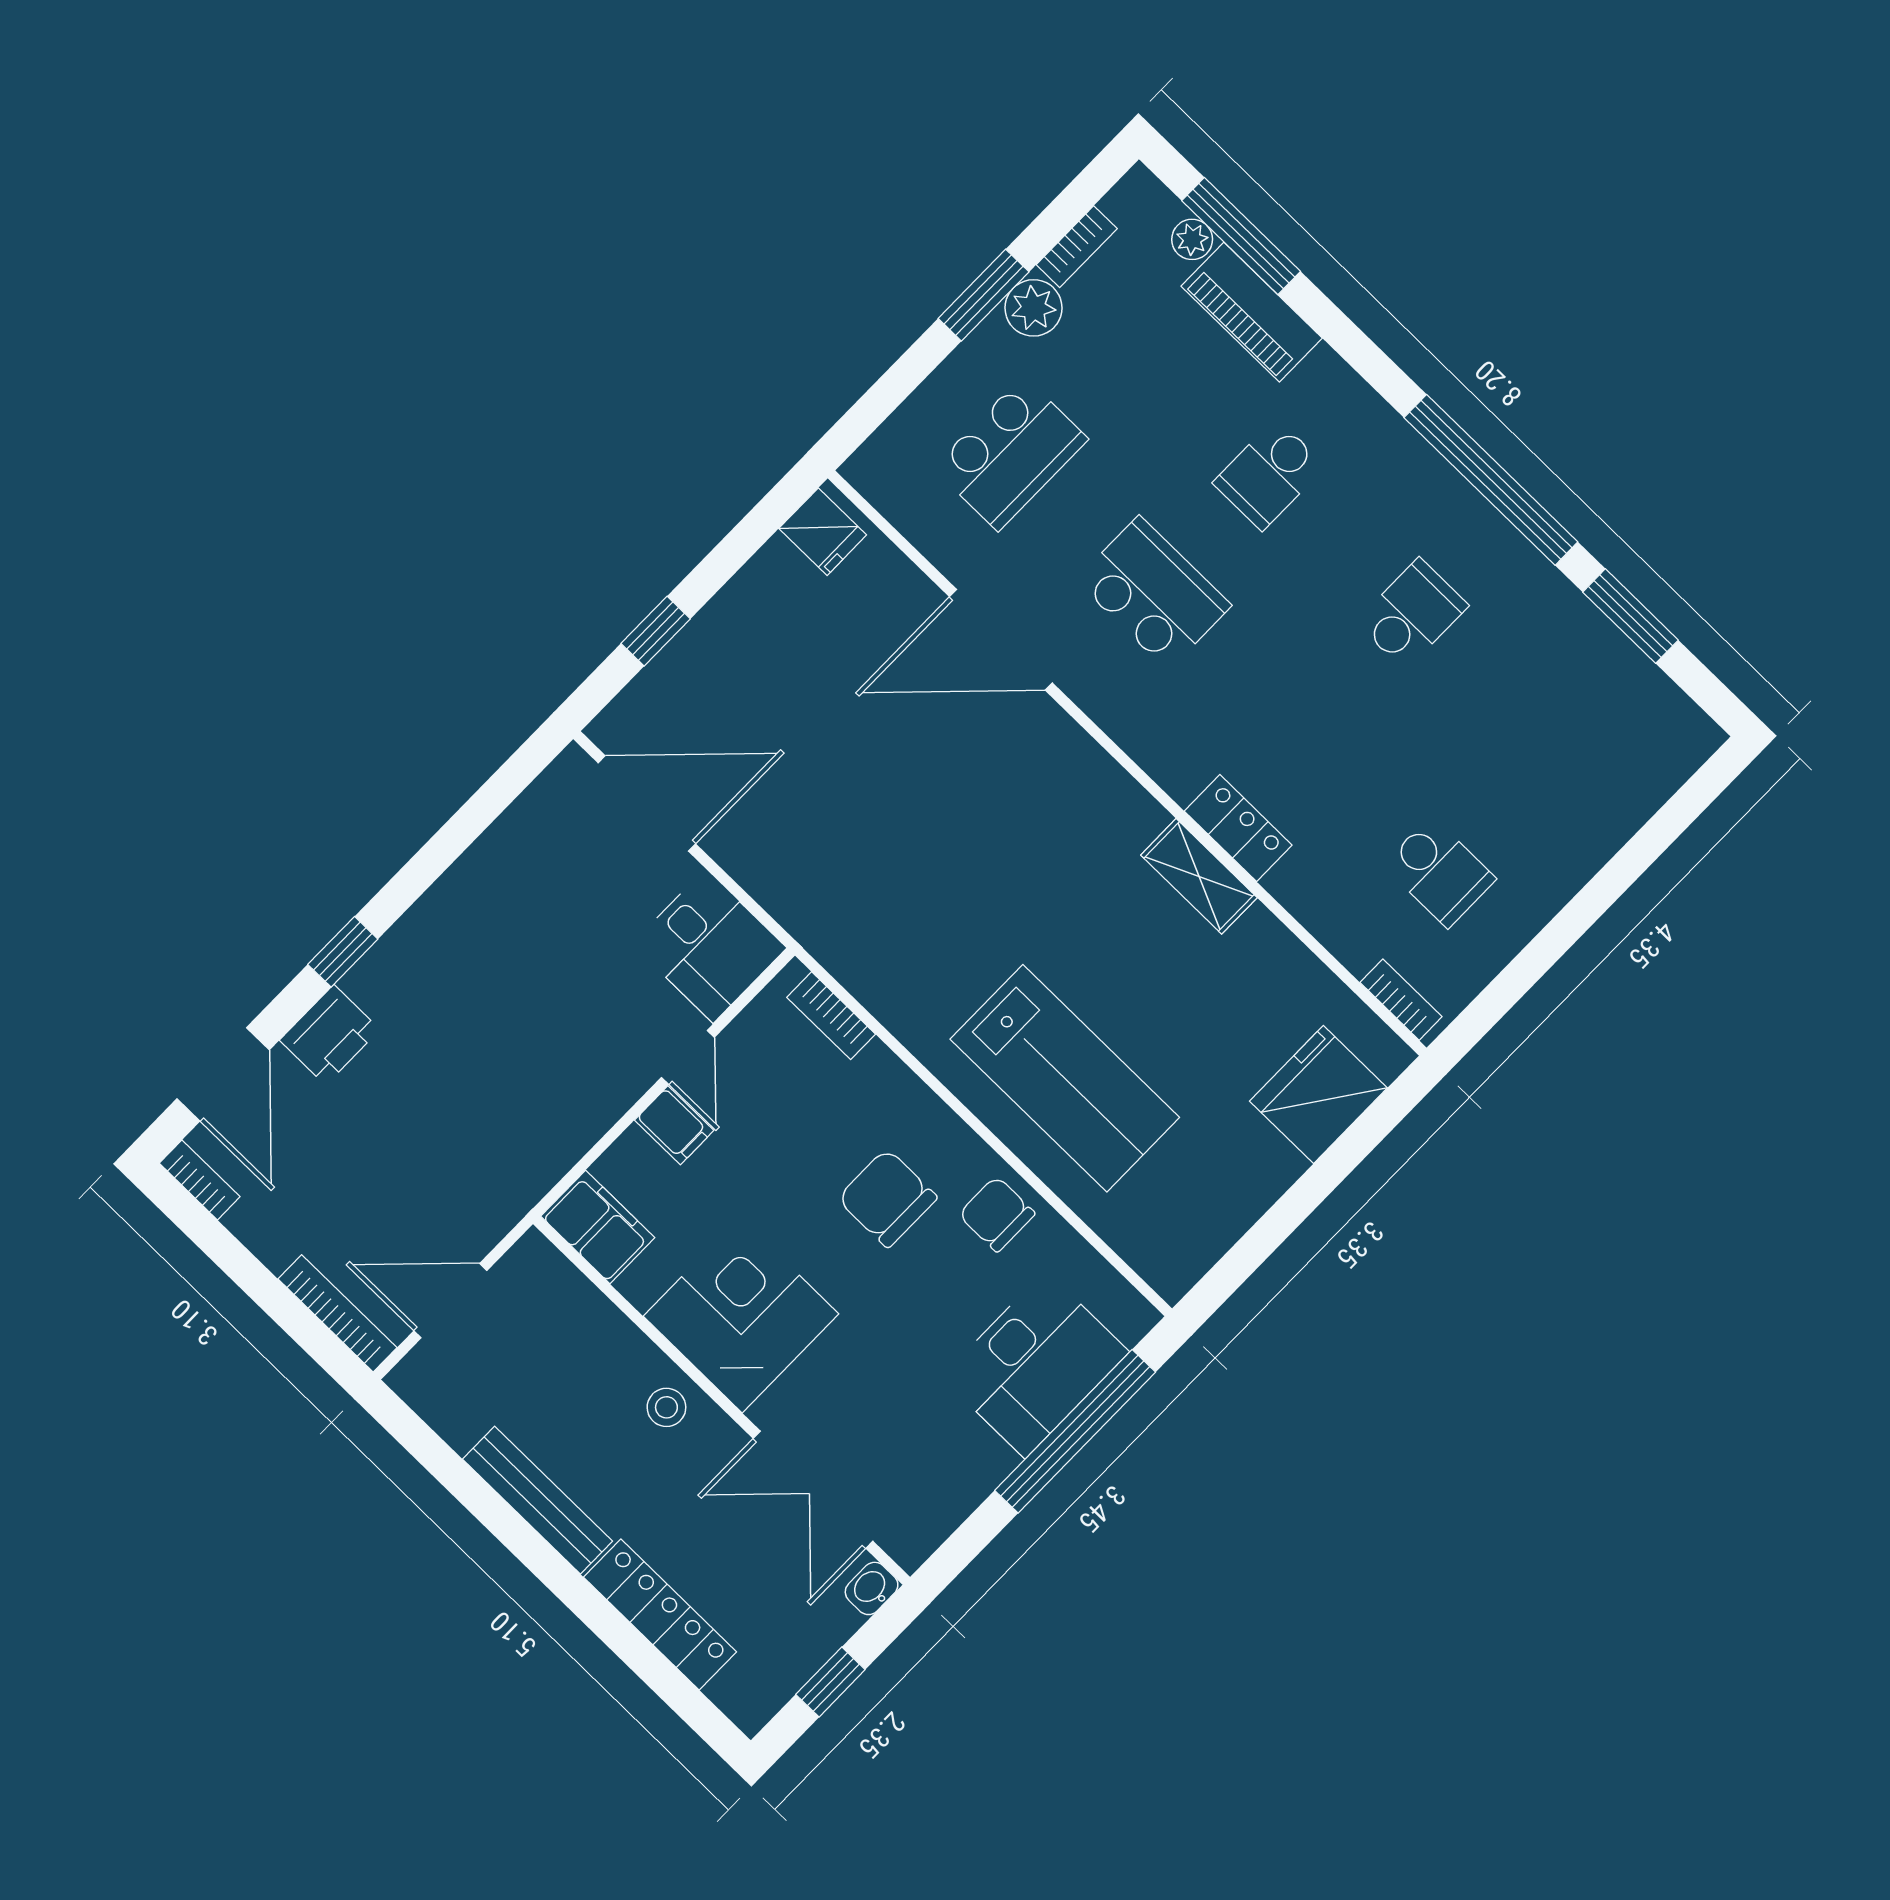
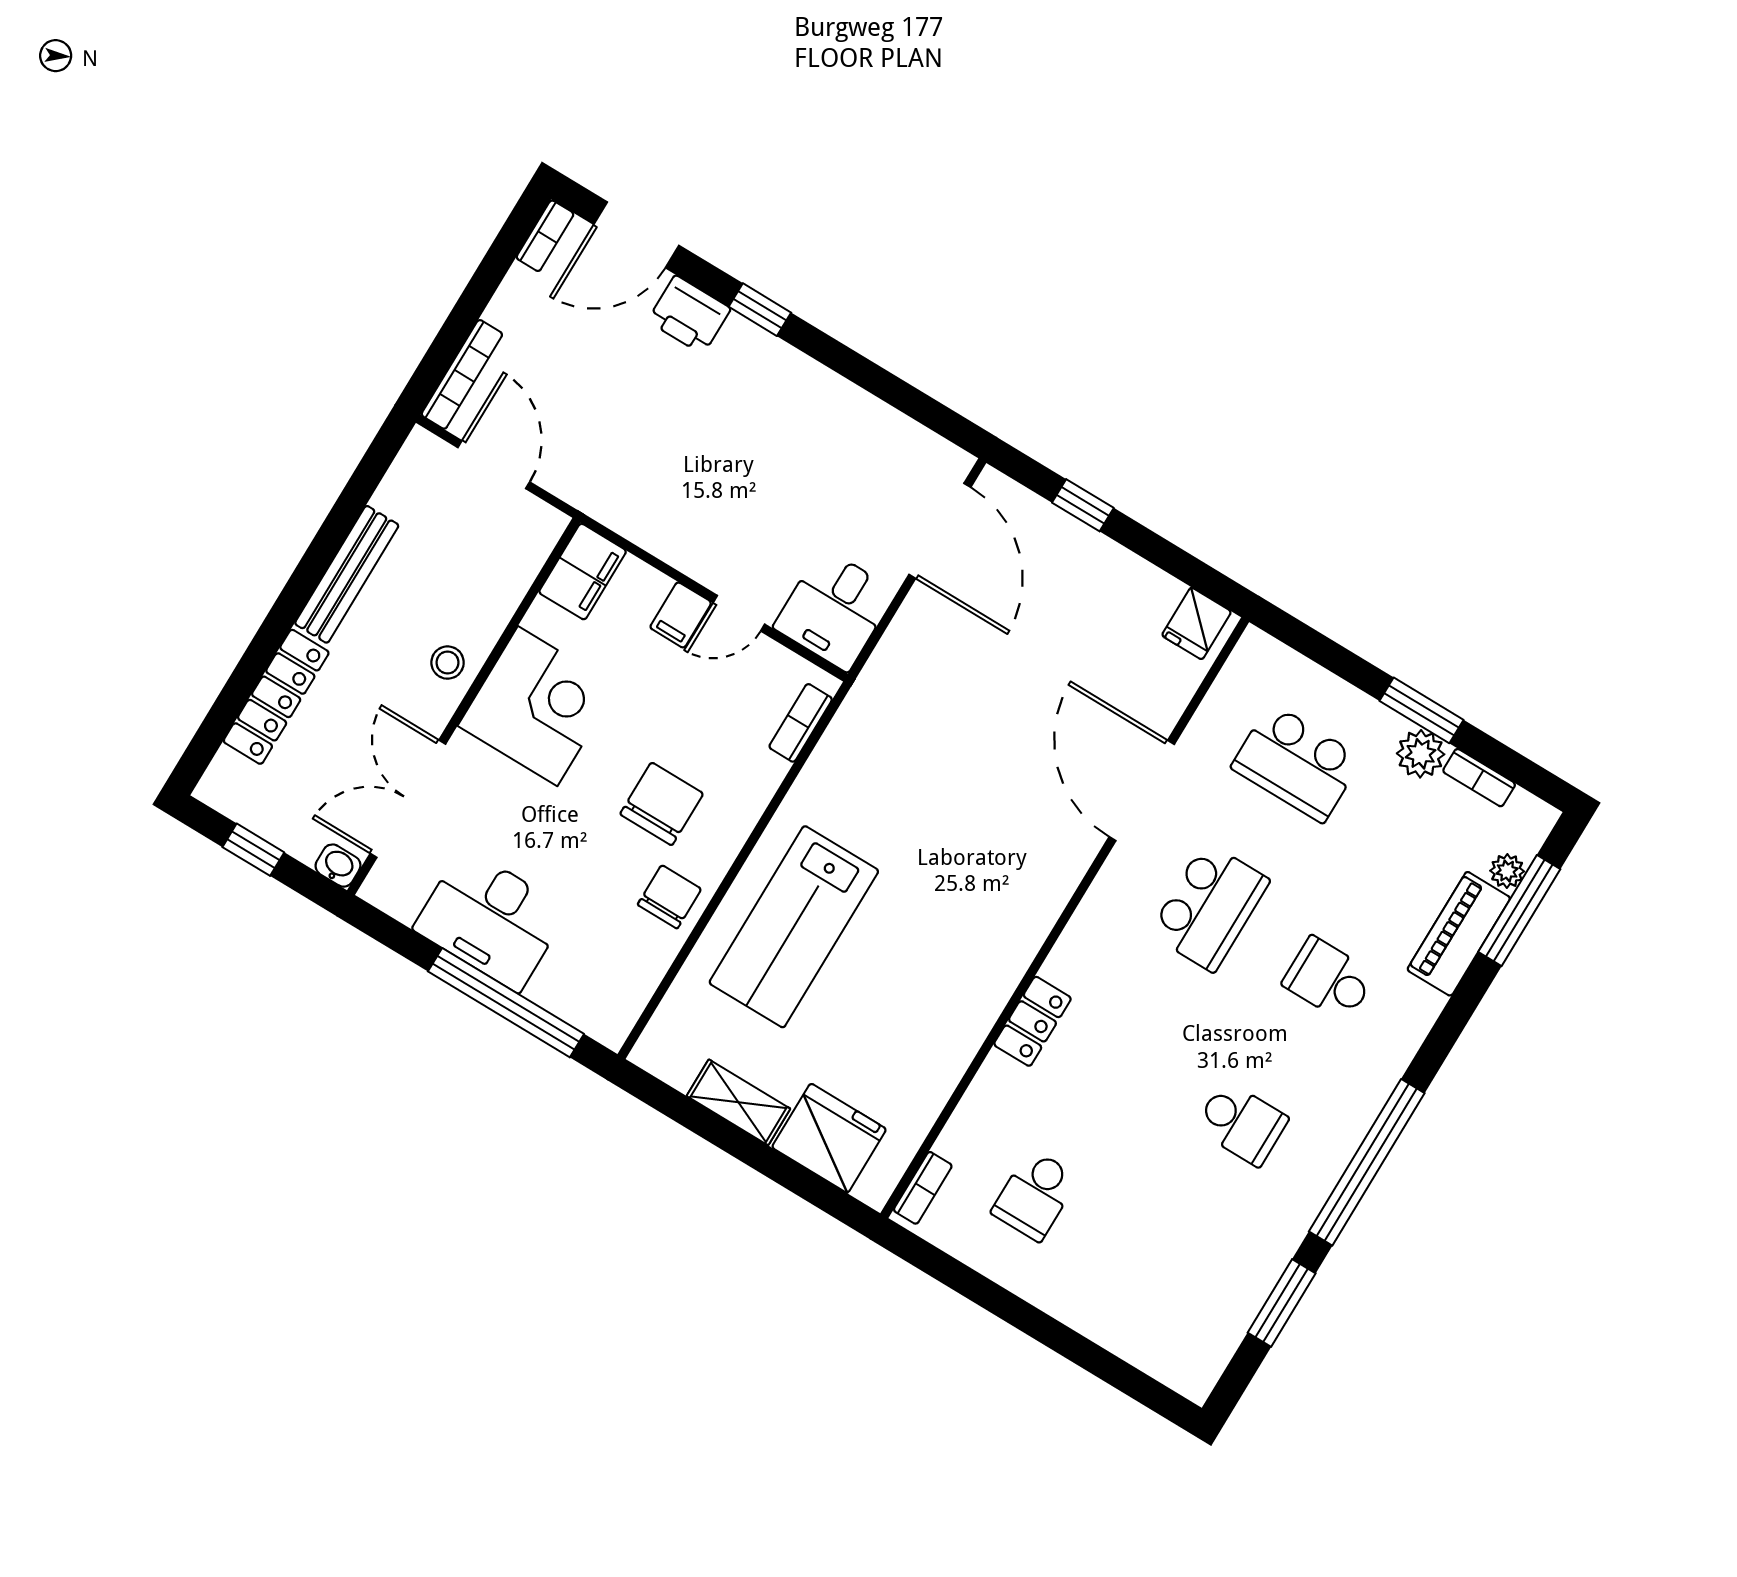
shelving: (1199, 876) -> (738, 1102), moved, turned 90
desk: (1035, 1364) -> (491, 919), moved

